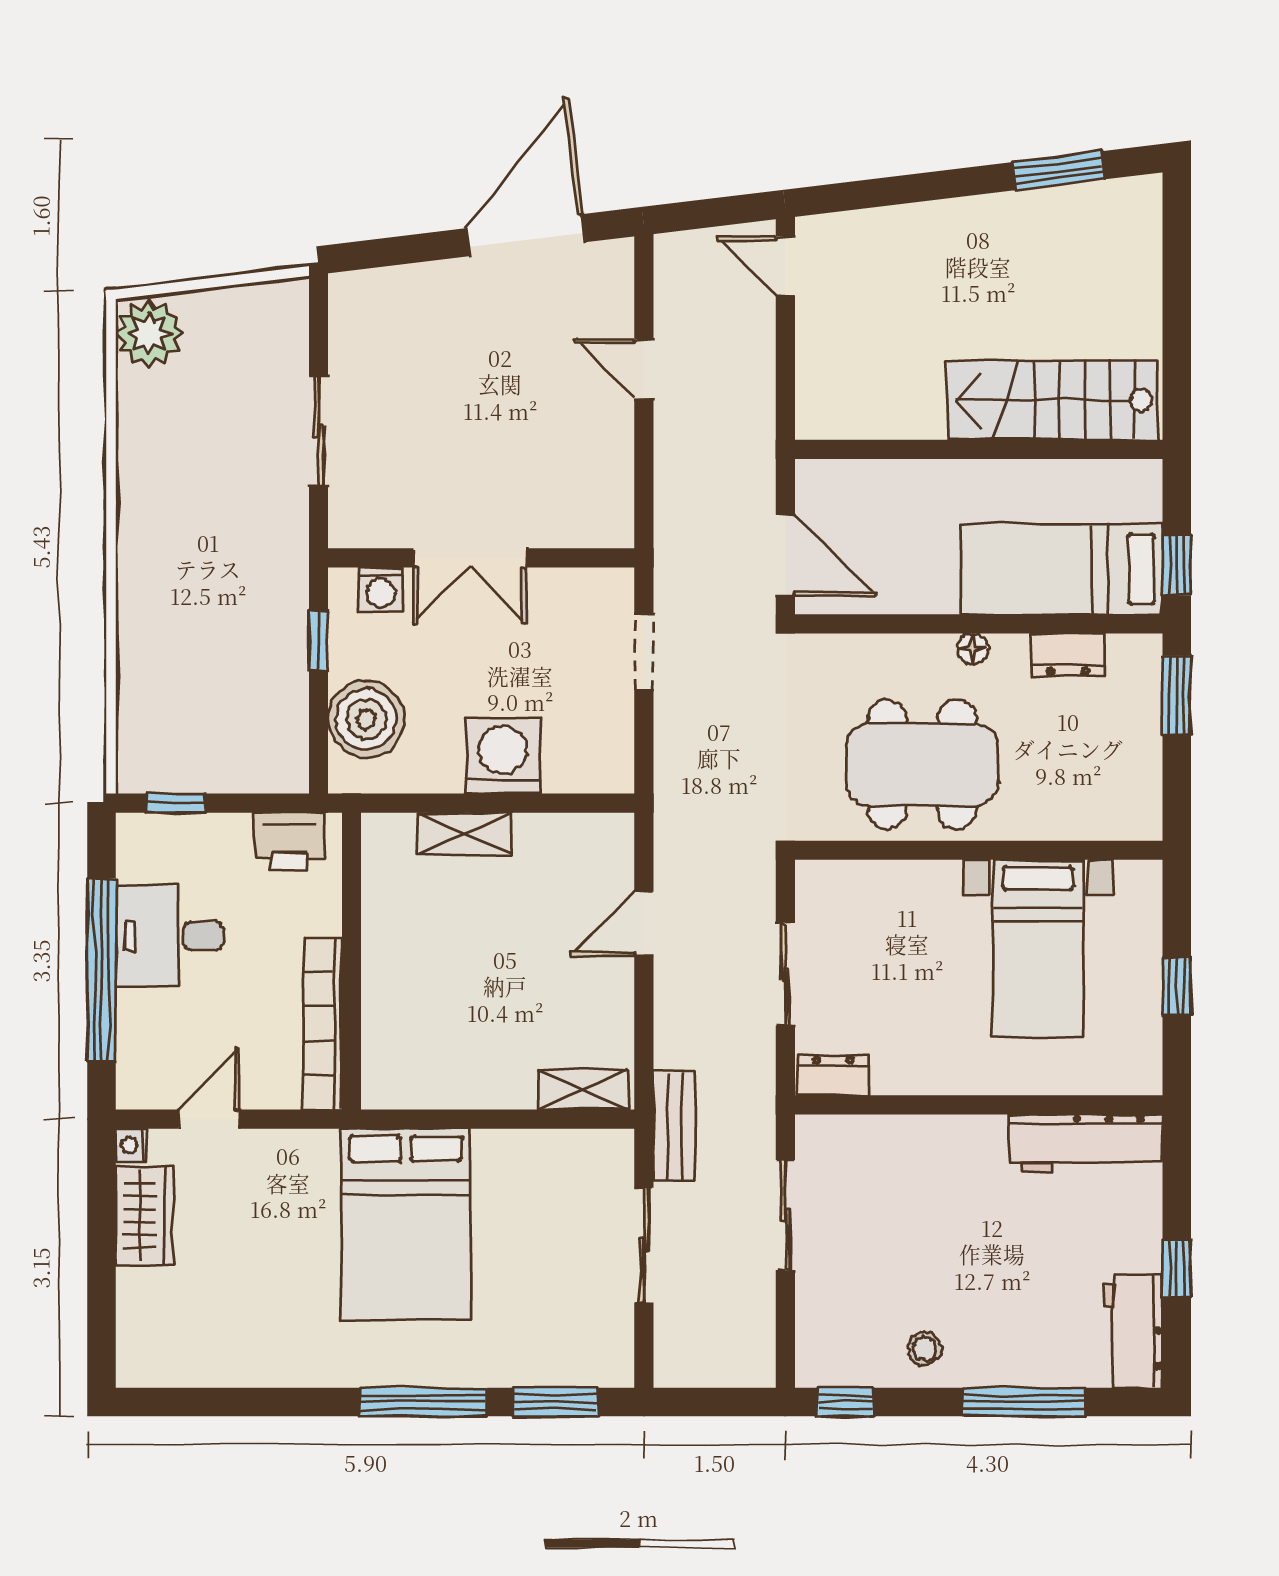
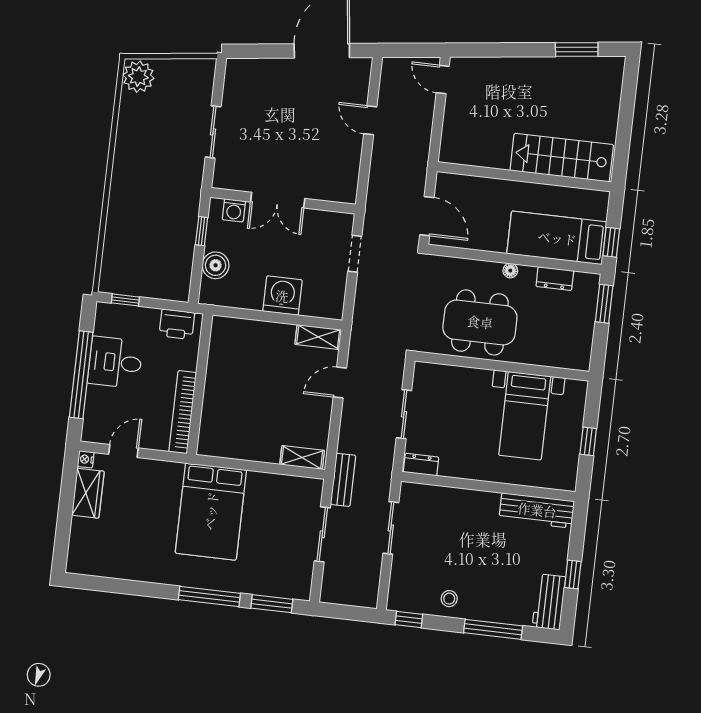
boiler: (366, 719) -> (216, 265), width x0.73, depth x0.73
shelving: (465, 834) -> (318, 337), moved

